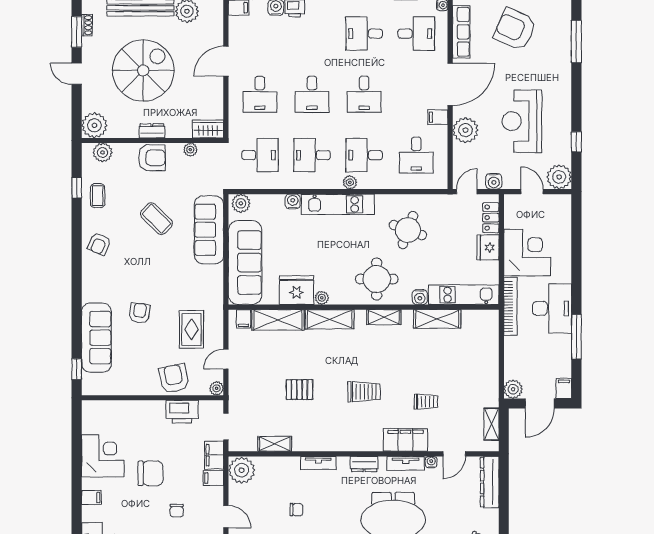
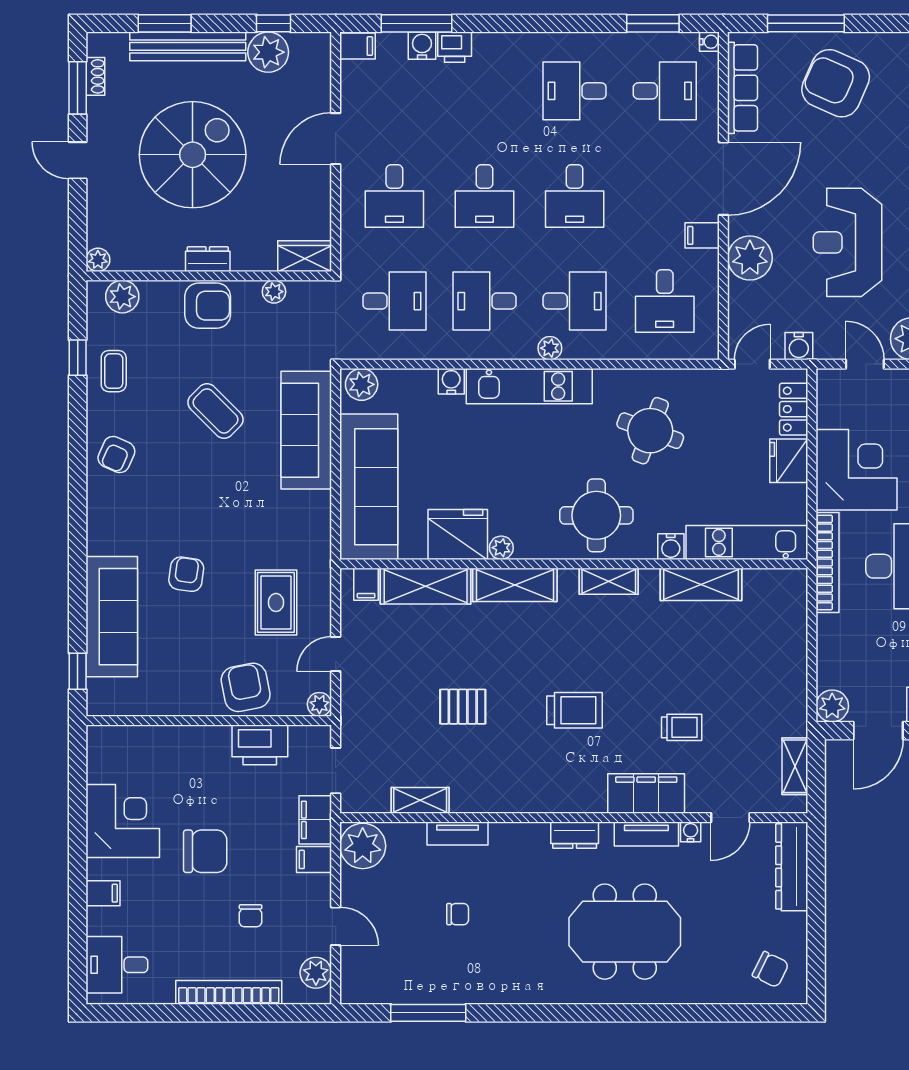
plant: (94, 125) -> (98, 260), width x0.53, depth x0.53
desk: (364, 155) -> (575, 301), turned 180
tv unit: (318, 463) -> (457, 833), moved

